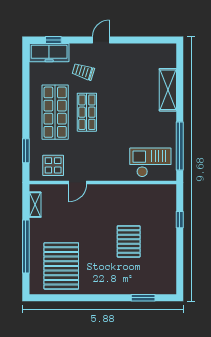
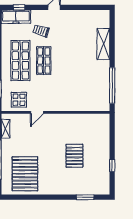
checkout: (150, 162) -> (91, 98), removed
window: (180, 220) -> (112, 165), moved

